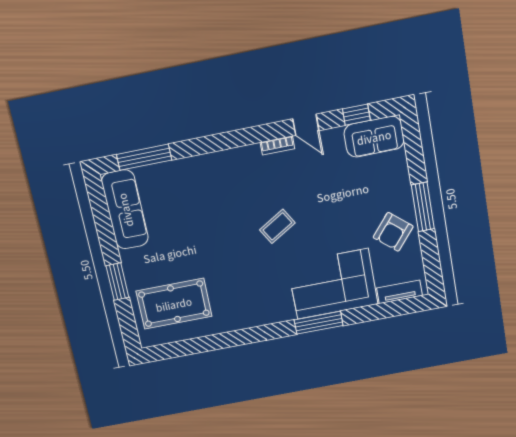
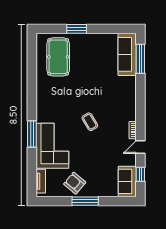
sofa: (125, 210) -> (127, 54), moved, turned 90

